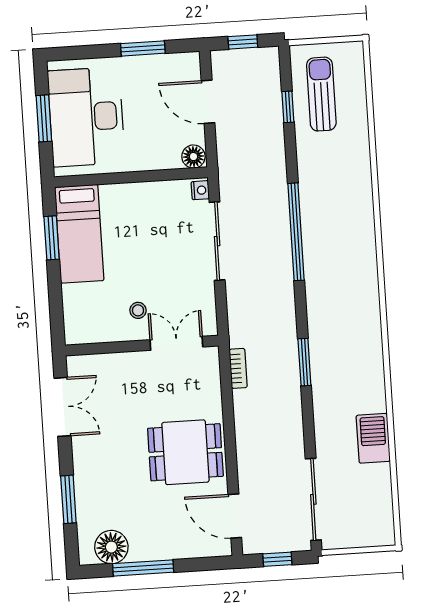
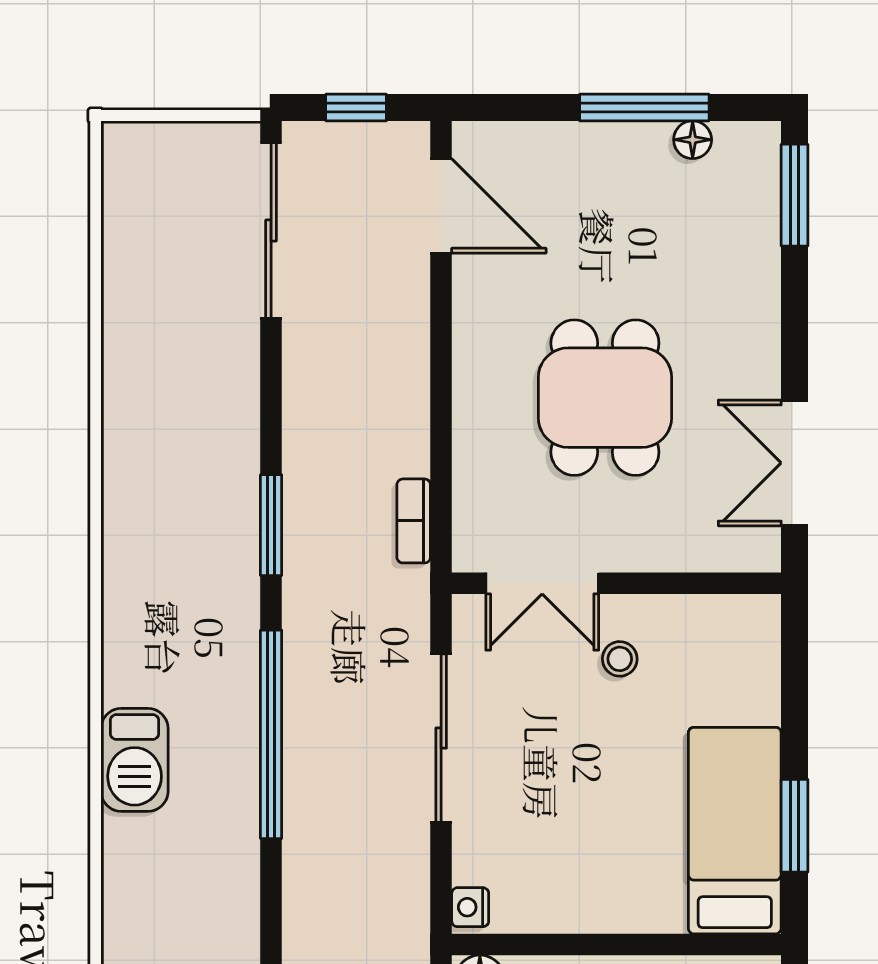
window: (296, 232) -> (271, 734), moved
sliding door: (217, 241) -> (441, 738), moved
barbecue: (373, 438) -> (135, 760), moved
dining table: (185, 452) -> (605, 398), moved, turned 90
window: (68, 499) -> (795, 195), moved
floor lamp: (111, 547) -> (693, 140), width x0.53, depth x0.53

